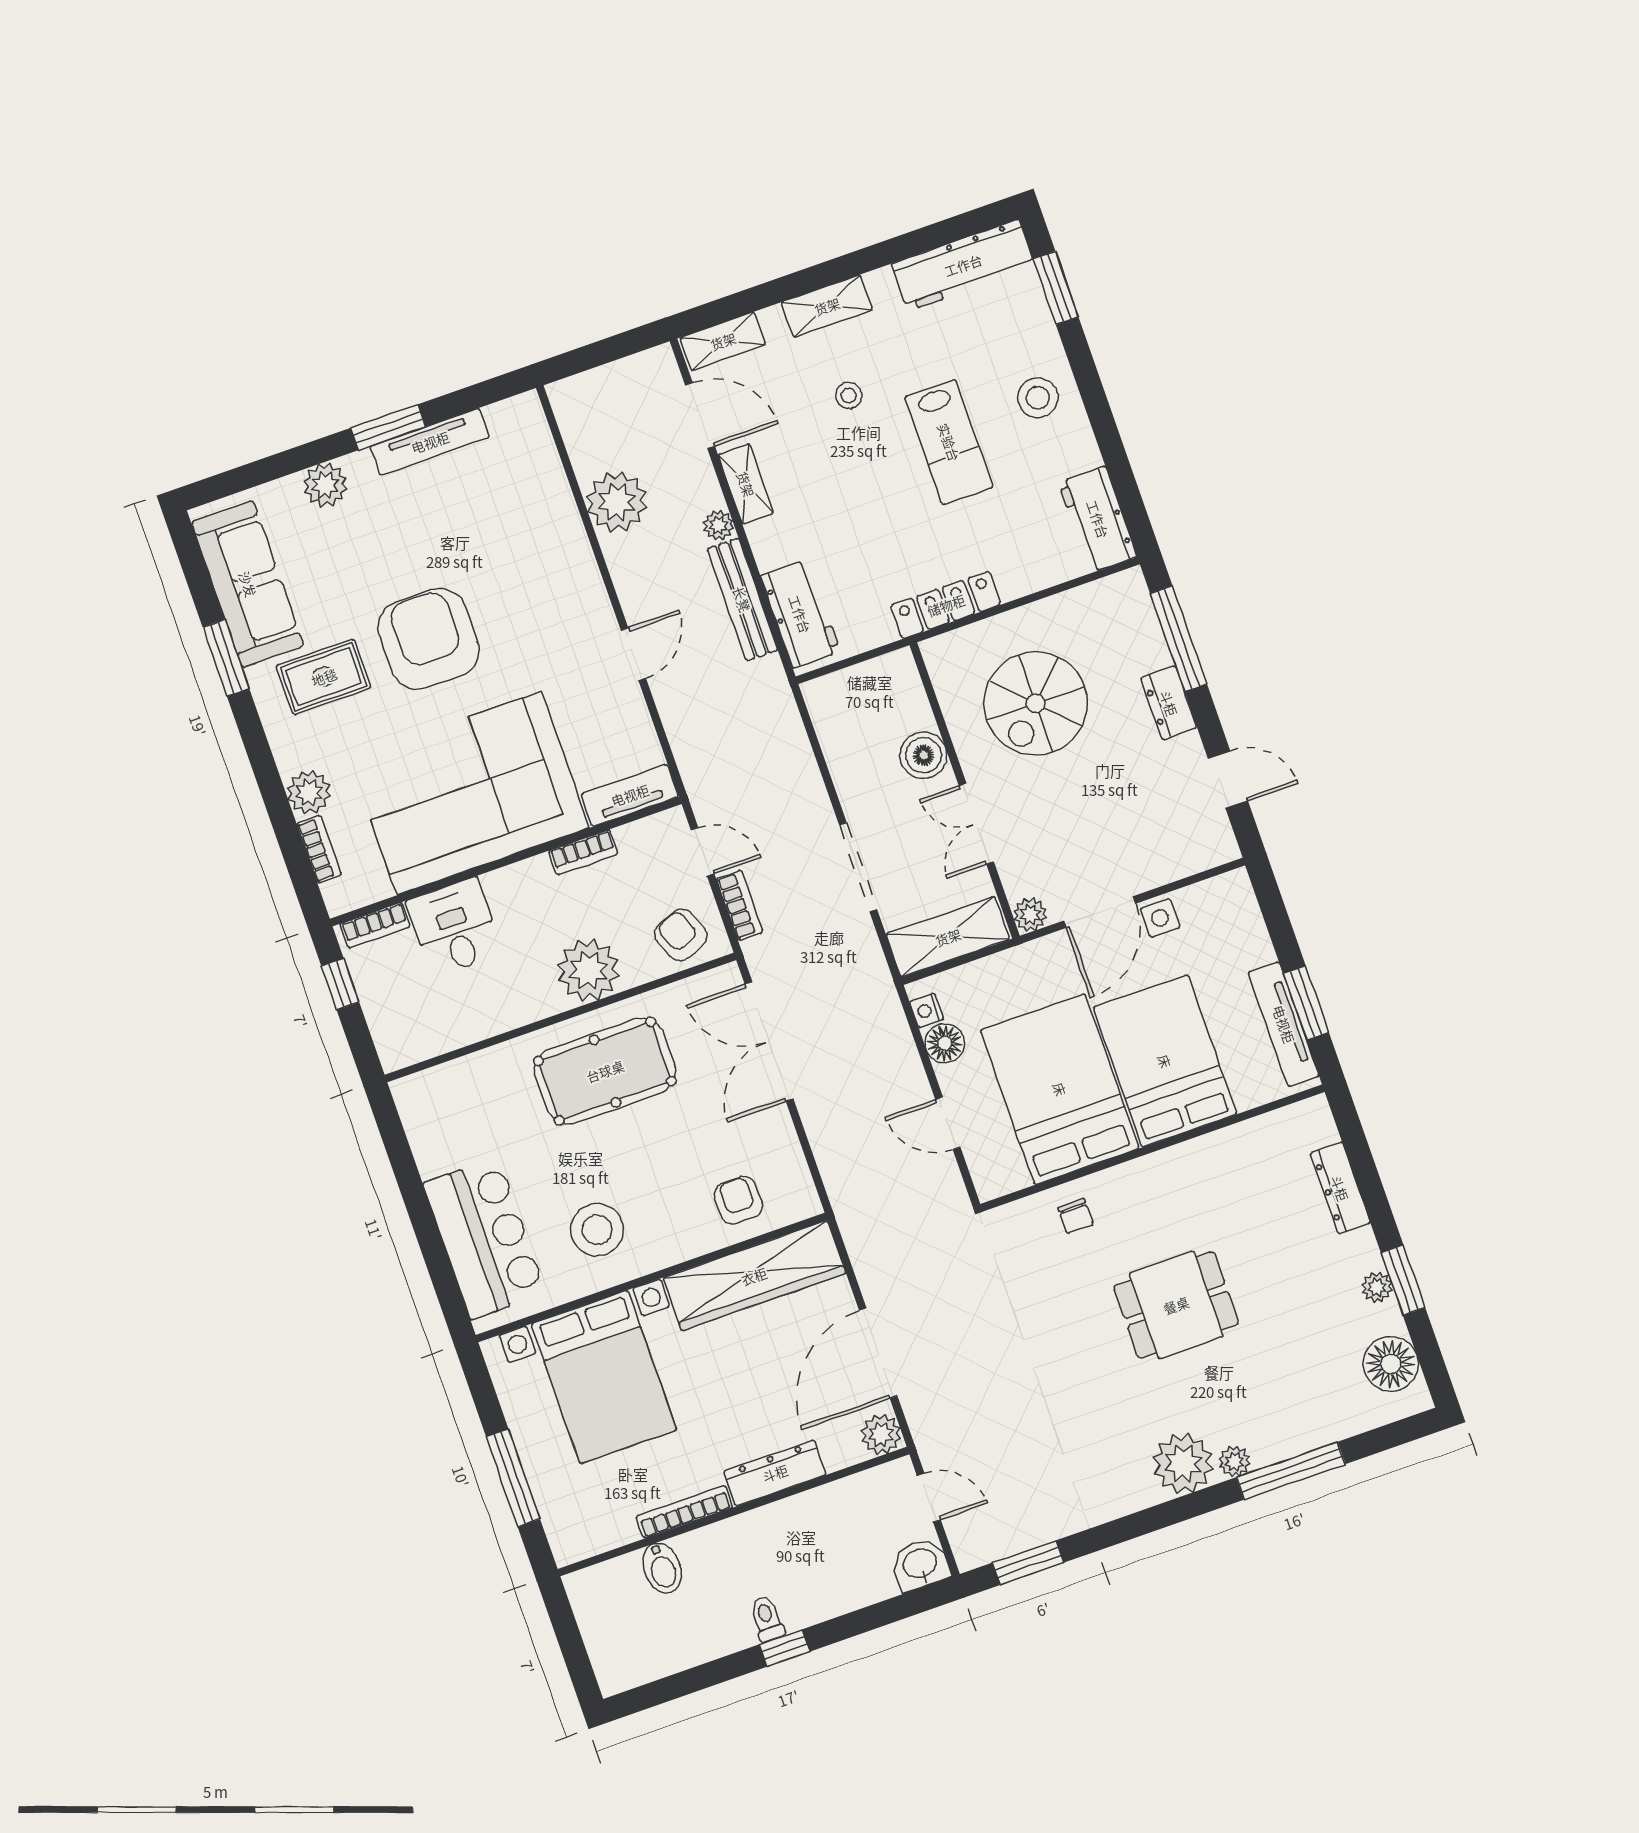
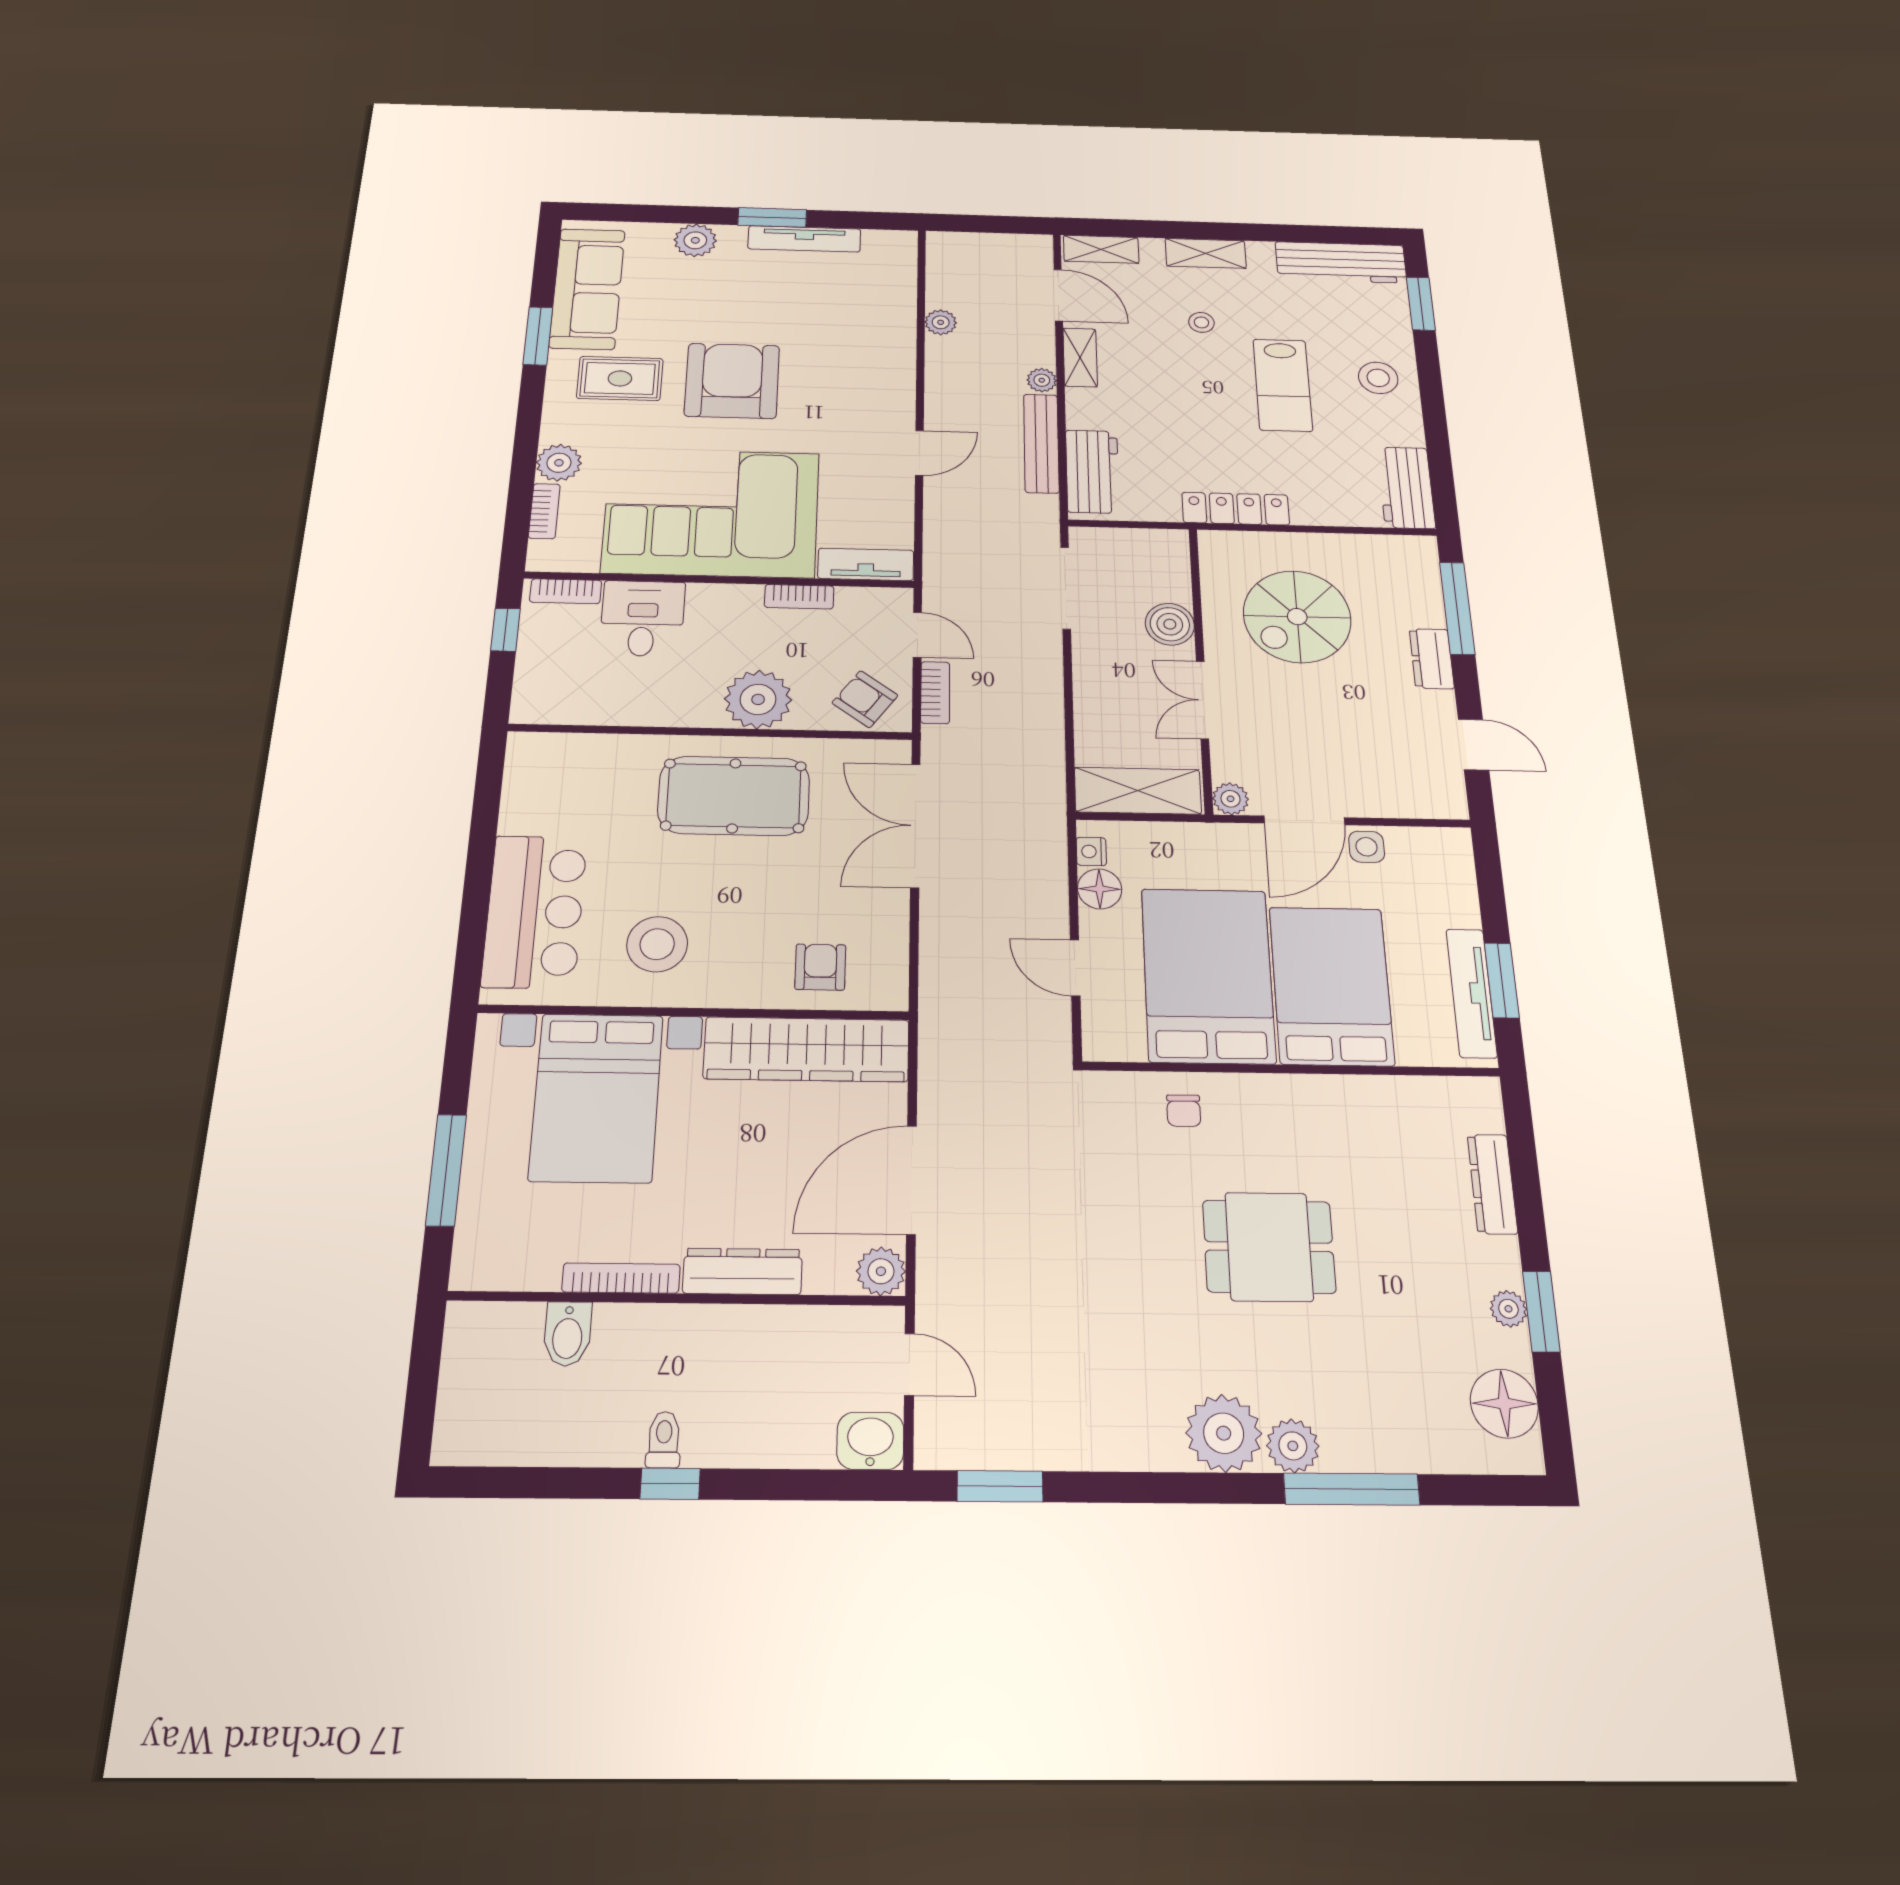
plant: (617, 502) -> (941, 322), width x0.53, depth x0.53
doorway: (858, 867) -> (1066, 588), moved
armchair: (681, 935) -> (865, 699), turned -33
plant: (1234, 1462) -> (1293, 1446), width x1.38, depth x1.38

